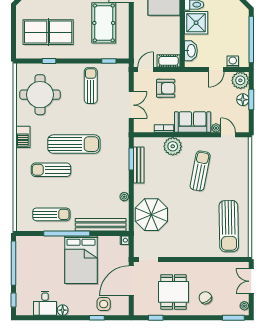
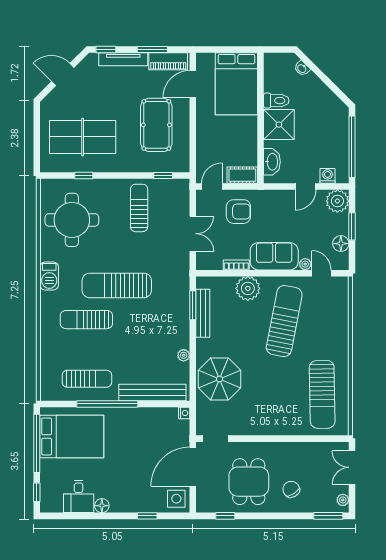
floor lamp: (243, 100) -> (341, 244), moved
sun lounger: (74, 144) -> (117, 285), turned 180
sun lounger: (200, 171) -> (284, 321), width x1.36, depth x1.34
bed: (81, 260) -> (72, 437), moved, turned -90
side table: (104, 304) -> (176, 499), moved

